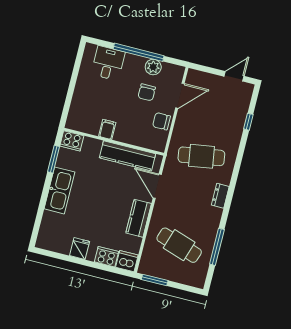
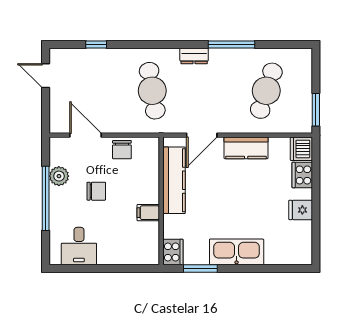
desk: (108, 63) -> (79, 246), moved, turned -90
chair: (147, 92) -> (96, 191), moved
window: (217, 247) -> (231, 45), moved

